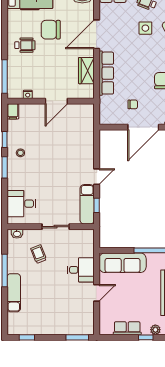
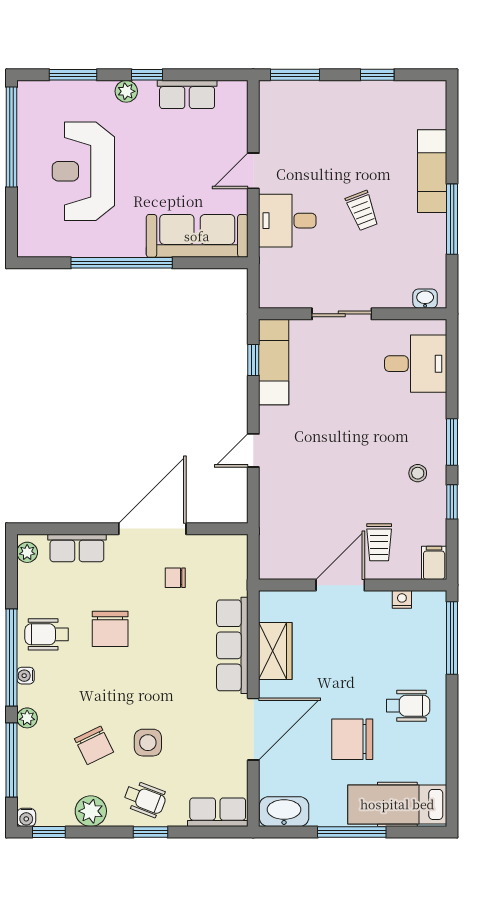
chair: (51, 30) -> (352, 739), turned 180
wheelchair: (25, 45) -> (408, 706), turned 180
trolley: (38, 121) -> (379, 542), added
door: (97, 177) -> (253, 450), moved
trolley: (39, 254) -> (362, 211), moved
window: (27, 337) -> (377, 75), moved

